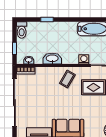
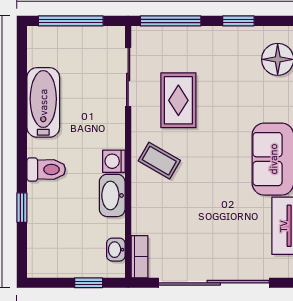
toilet: (22, 30) -> (46, 169), moved
washing machine: (84, 59) -> (114, 161), moved

